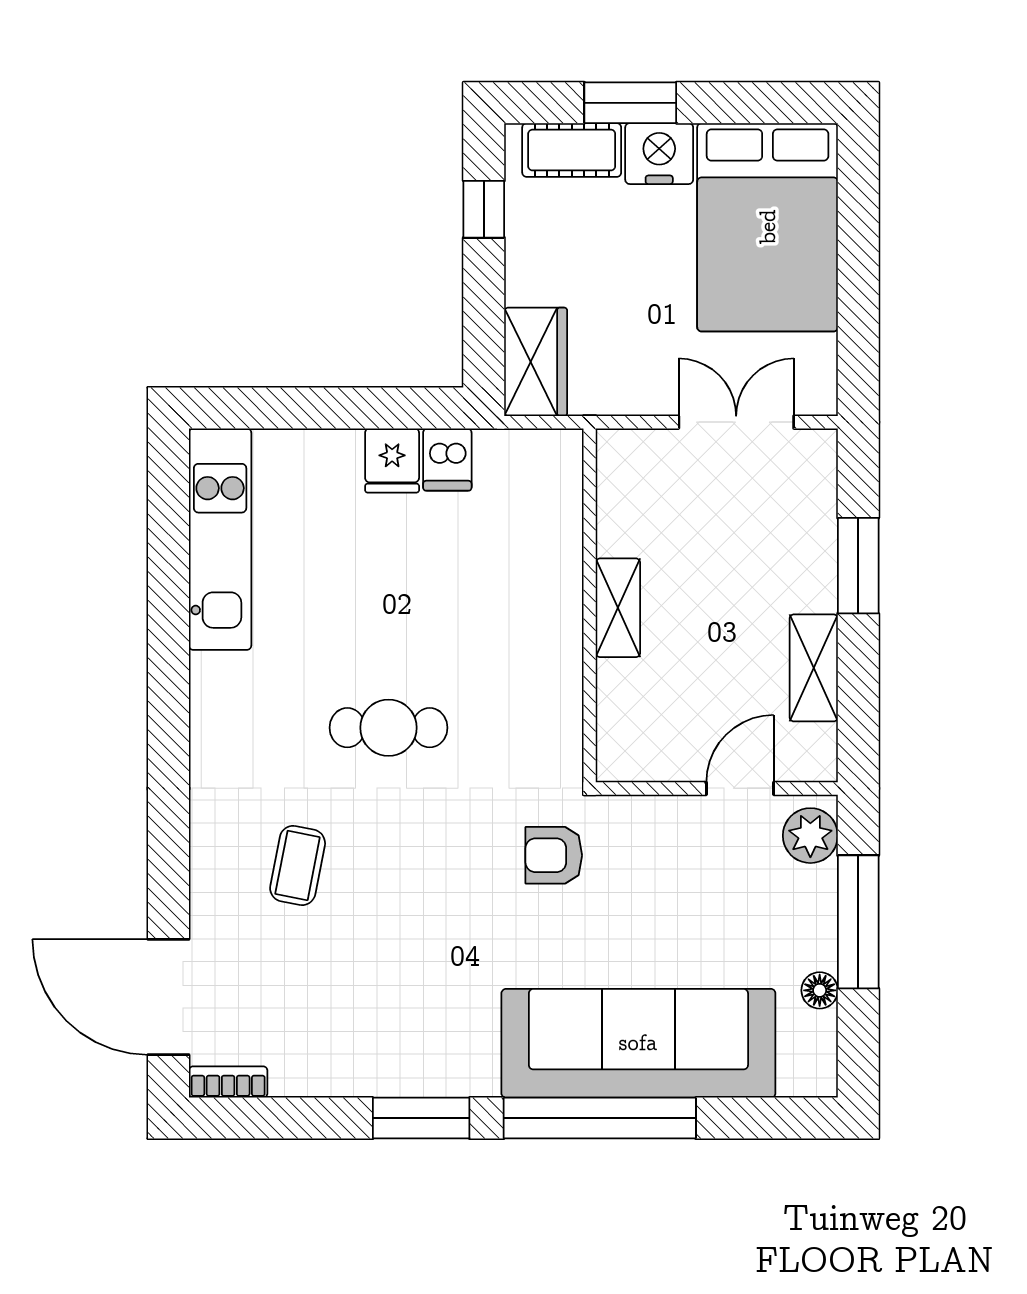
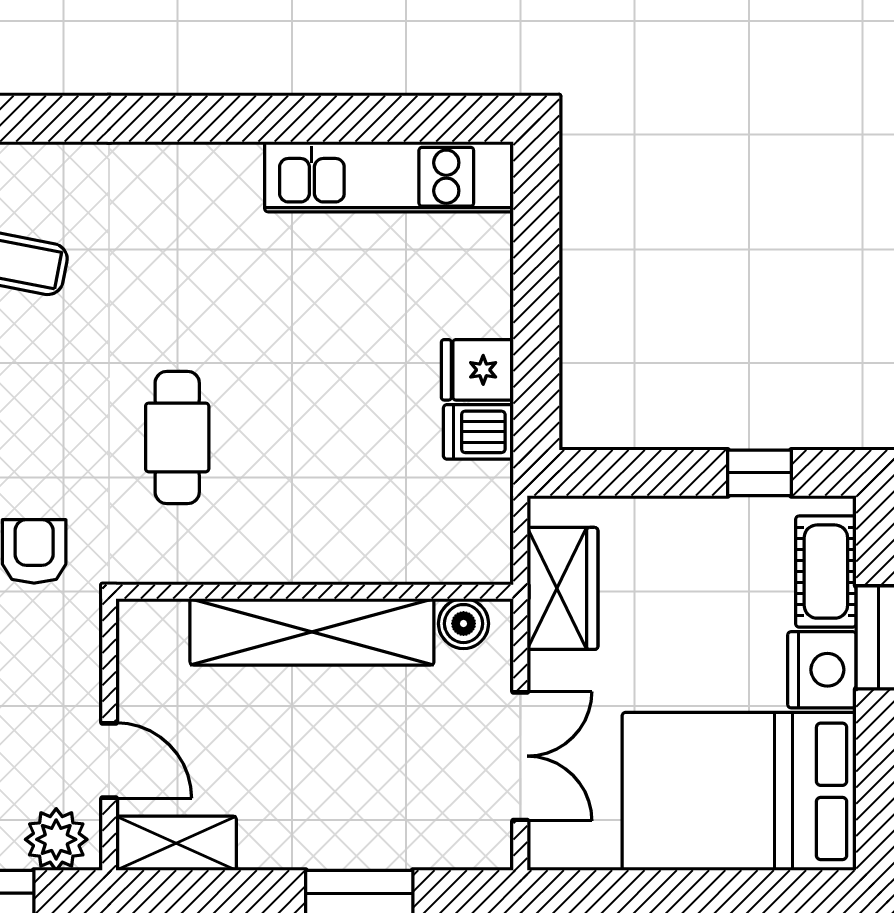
wardrobe: (536, 362) -> (563, 588), moved, turned -90
boiler: (618, 473) -> (464, 624), added
shelving: (618, 608) -> (312, 632), width x2.20, depth x1.33
shelving: (814, 668) -> (176, 843), moved
cafe table: (388, 728) -> (177, 437), moved

